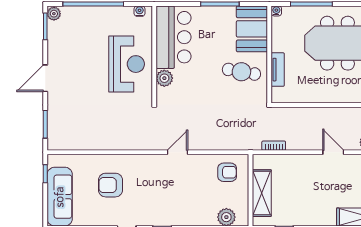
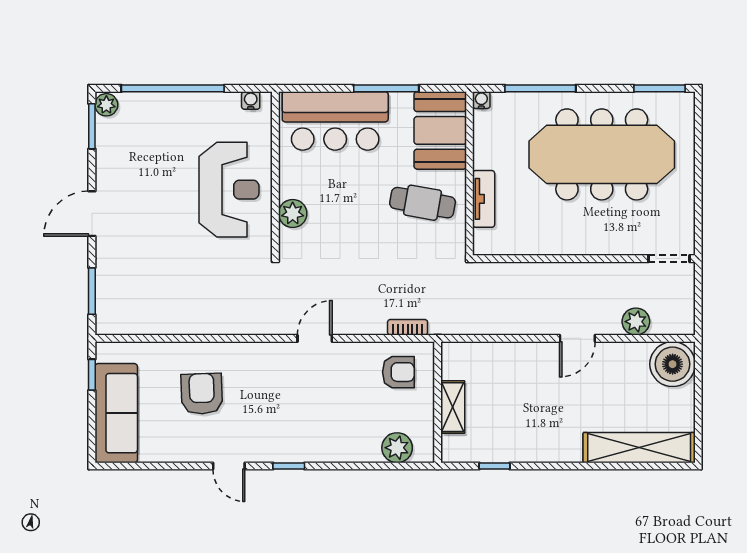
bar counter: (173, 37) -> (335, 121), moved, turned 90
bookcase: (274, 146) -> (408, 327), moved
door: (333, 152) -> (577, 338), swing flipped
armchair: (110, 185) -> (202, 394), turned 88
shelving: (262, 193) -> (453, 407), width x0.67, depth x0.75

